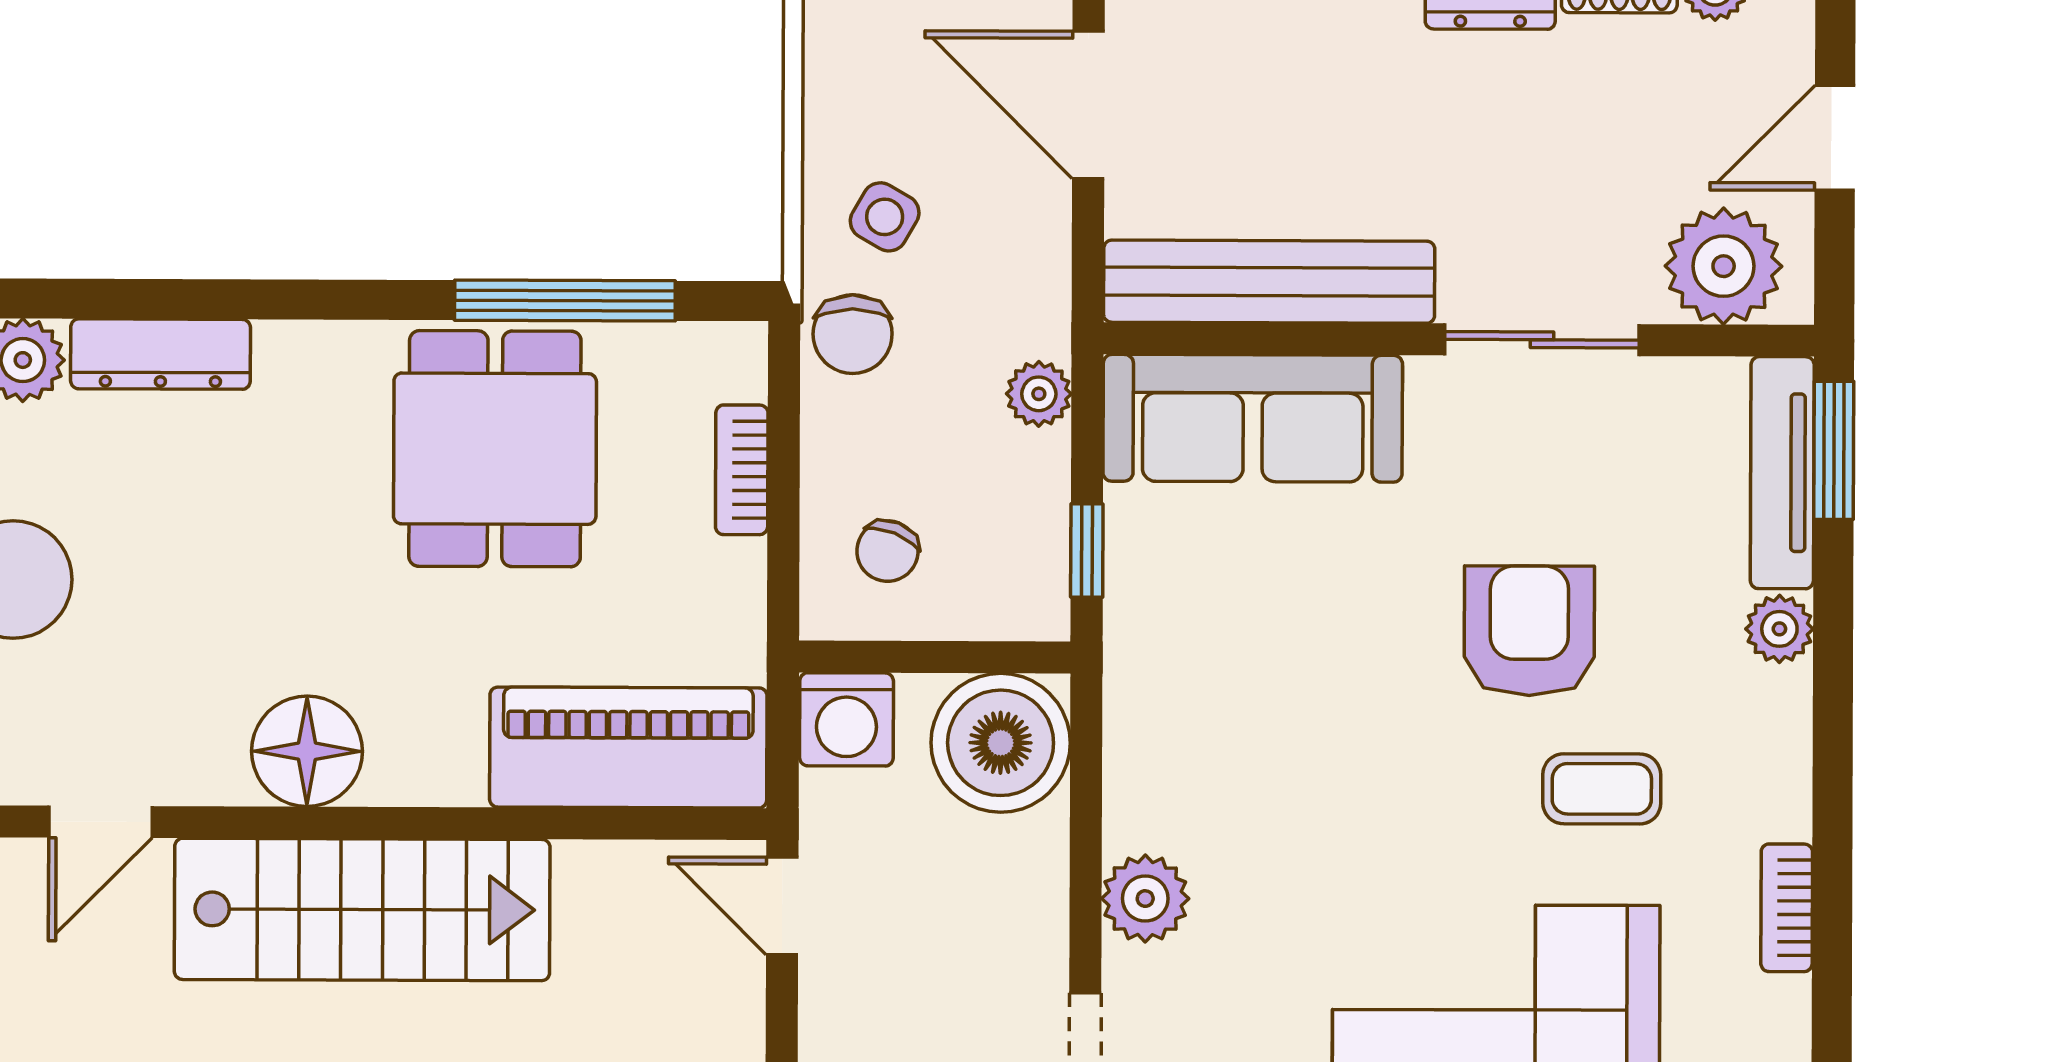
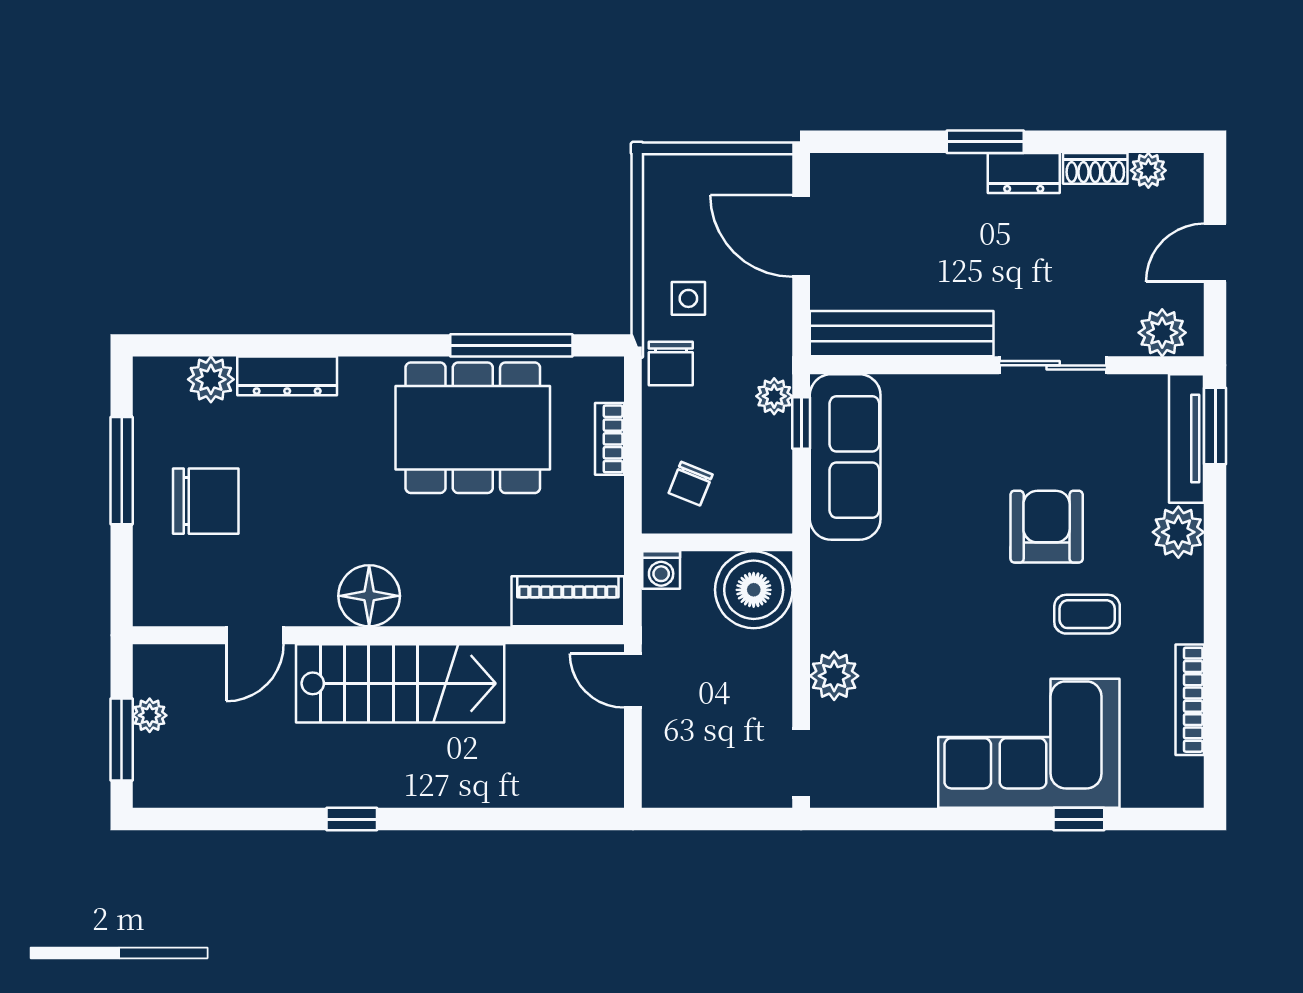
side table: (885, 217) -> (688, 298), turned -30
plant: (1724, 266) -> (1162, 333), width x0.73, depth x0.73
sofa: (1253, 418) -> (845, 457), moved, turned -90
dining table: (495, 449) -> (473, 428), width x1.38
window: (1087, 551) -> (801, 423), moved
plant: (1779, 629) -> (1178, 532), width x1.38, depth x1.38
washing machine: (846, 719) -> (661, 570), width x0.73, depth x0.73
piano: (628, 748) -> (568, 601), width x0.73, depth x0.75
bookcase: (1787, 908) -> (1190, 700), width x1.56

